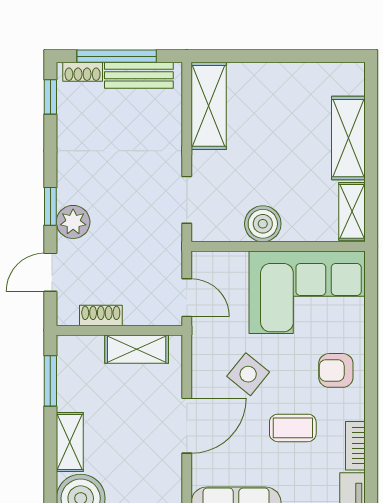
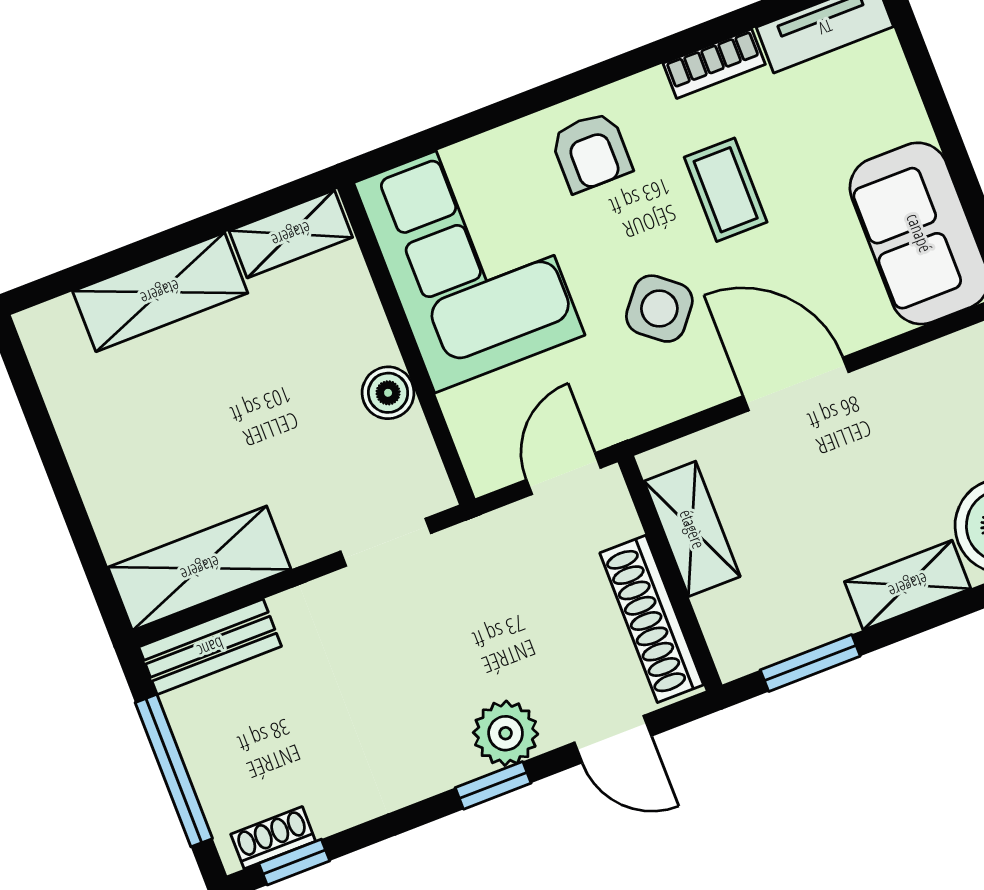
shoe rack: (83, 72) -> (273, 838), moved, turned -90
bench: (139, 75) -> (210, 647), moved, turned 90
boiler: (263, 224) -> (388, 393), width x0.73, depth x0.73
shoe rack: (101, 316) -> (652, 619), width x1.94, depth x1.24

